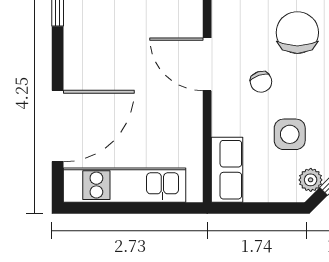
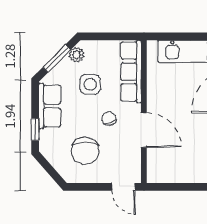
row of seats: (227, 170) -> (131, 72), width x1.48

